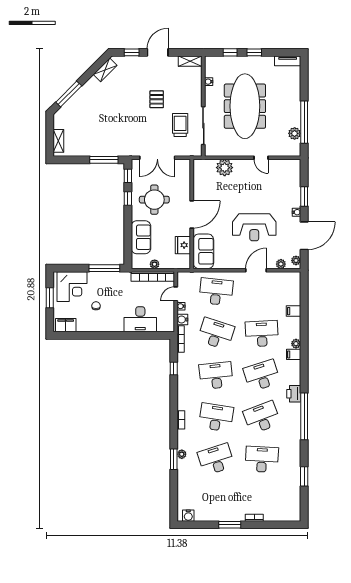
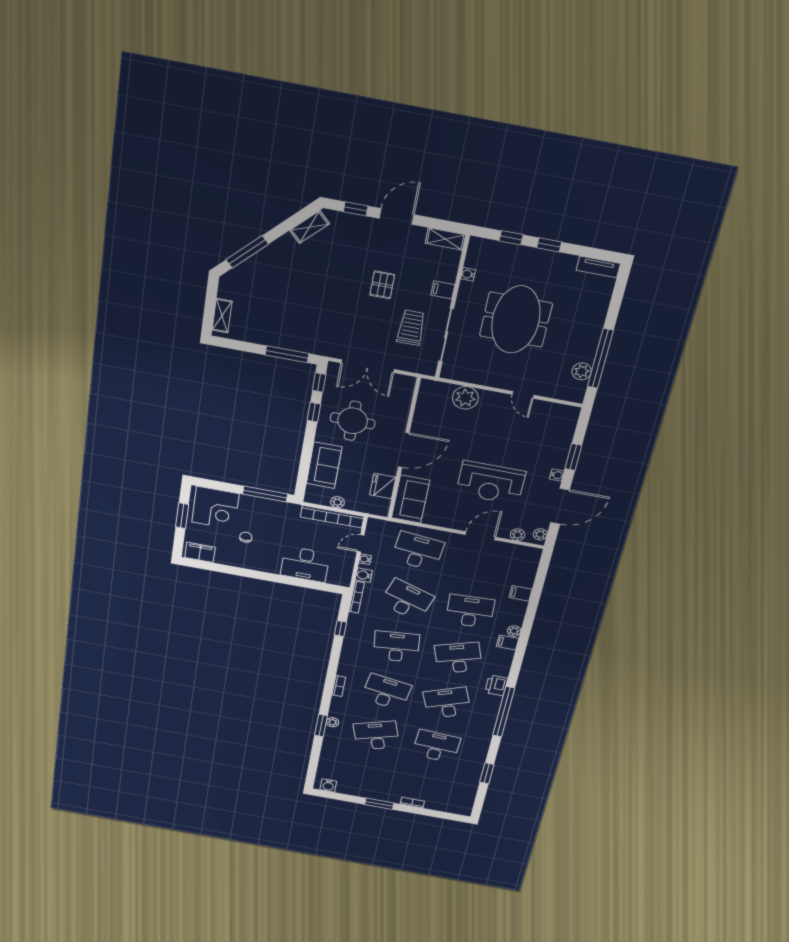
filing cabinet: (195, 95) -> (443, 290), added
meeting table: (245, 106) -> (516, 320), width x0.73

